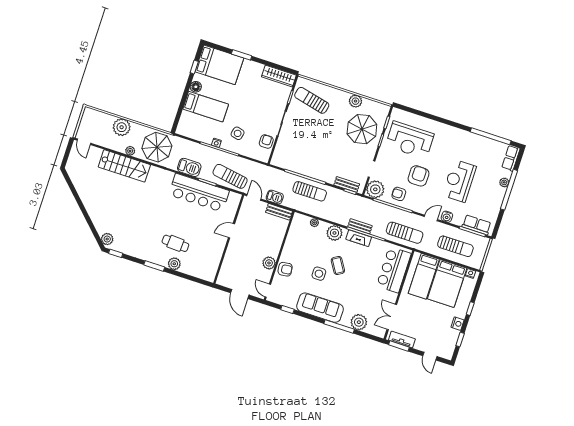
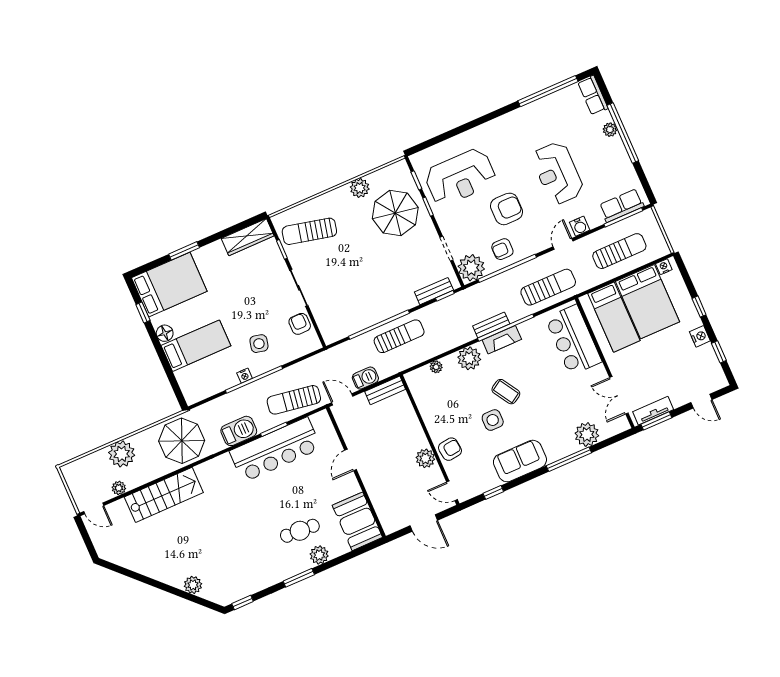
plant: (130, 151) -> (119, 488), moved
armchair: (419, 176) -> (507, 209), turned 90
plant: (107, 239) -> (193, 585), moved
booth: (208, 264) -> (357, 521), added
sofa: (320, 308) -> (520, 461), width x0.73

